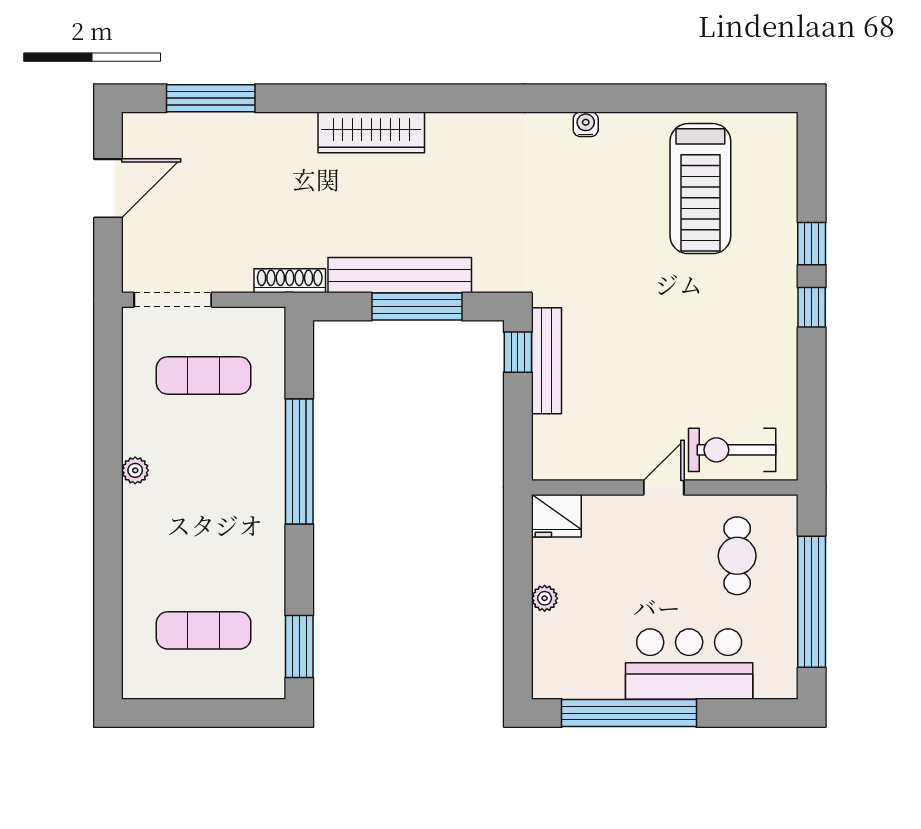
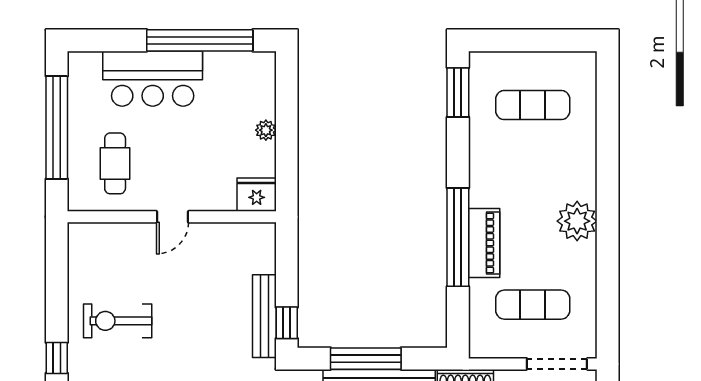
exercise bike: (732, 450) -> (118, 321), moved, turned 180
piano: (266, 454) -> (484, 243), added
plant: (135, 470) -> (577, 221), width x1.88, depth x1.88

